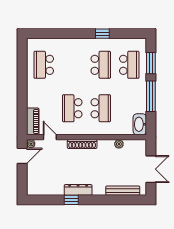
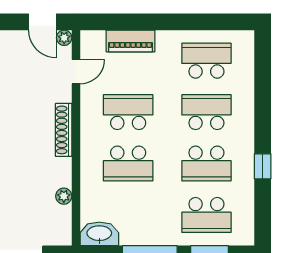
school desk: (72, 65) -> (206, 112), added
piano: (33, 121) -> (130, 41), moved

